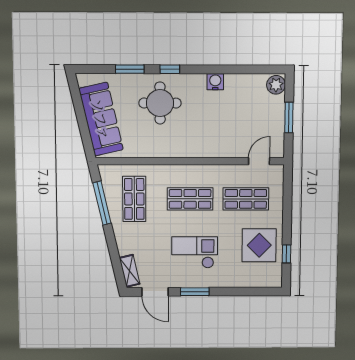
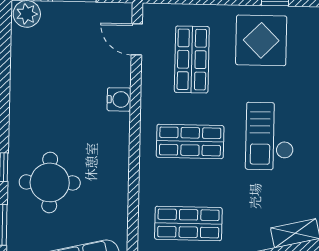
water cooler: (215, 82) -> (119, 99), moved, turned 180
shop shelf: (190, 199) -> (190, 141), turned 90

